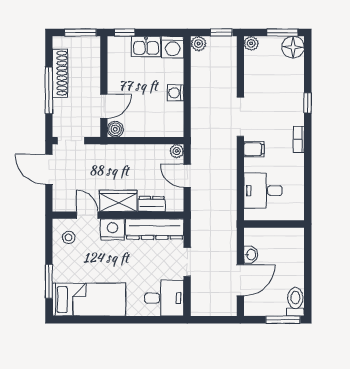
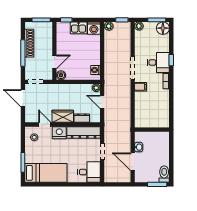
washing machine: (175, 93) -> (95, 70), moved
desk: (263, 191) -> (158, 62), moved, turned 180
door: (240, 280) -> (133, 162), swing flipped

